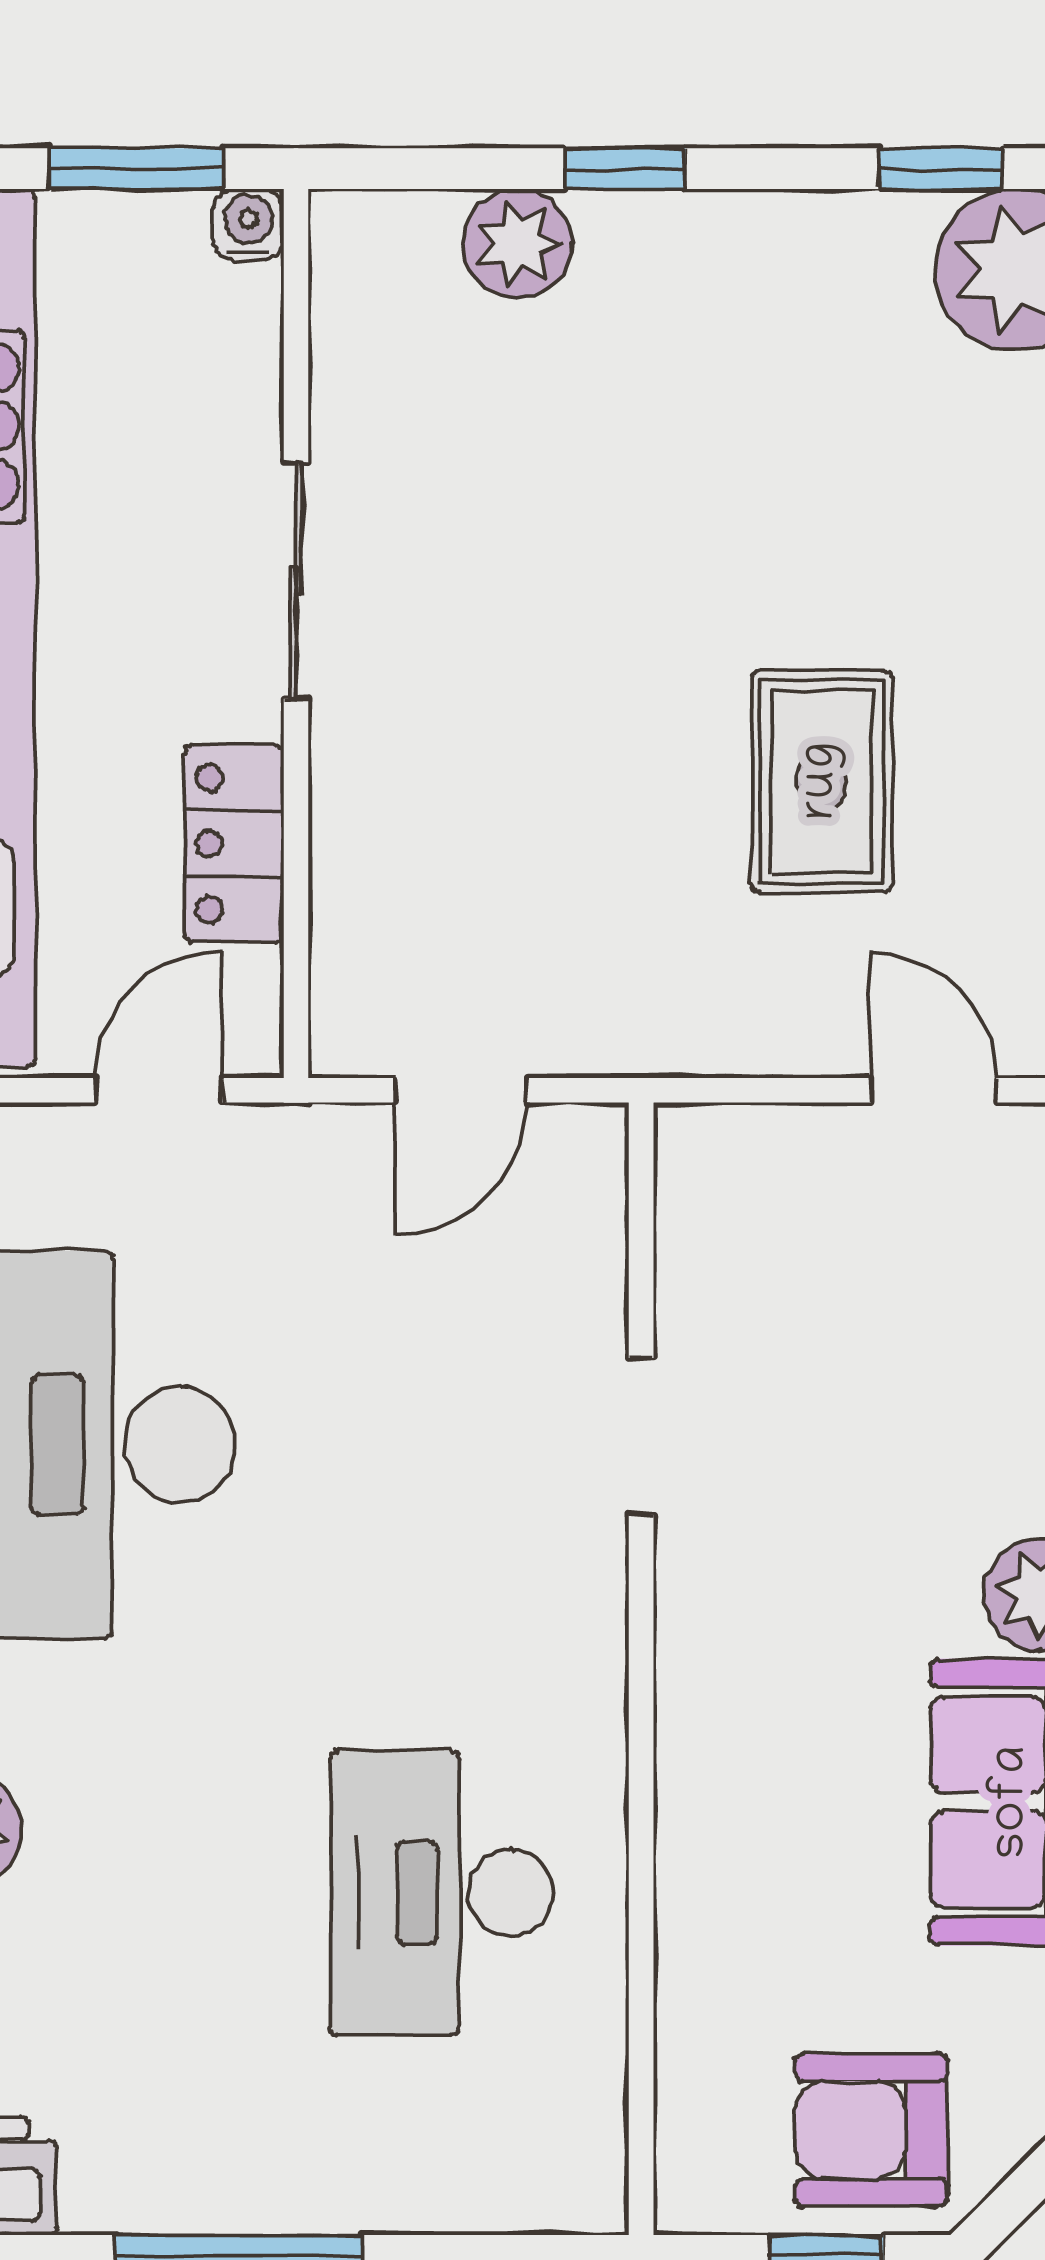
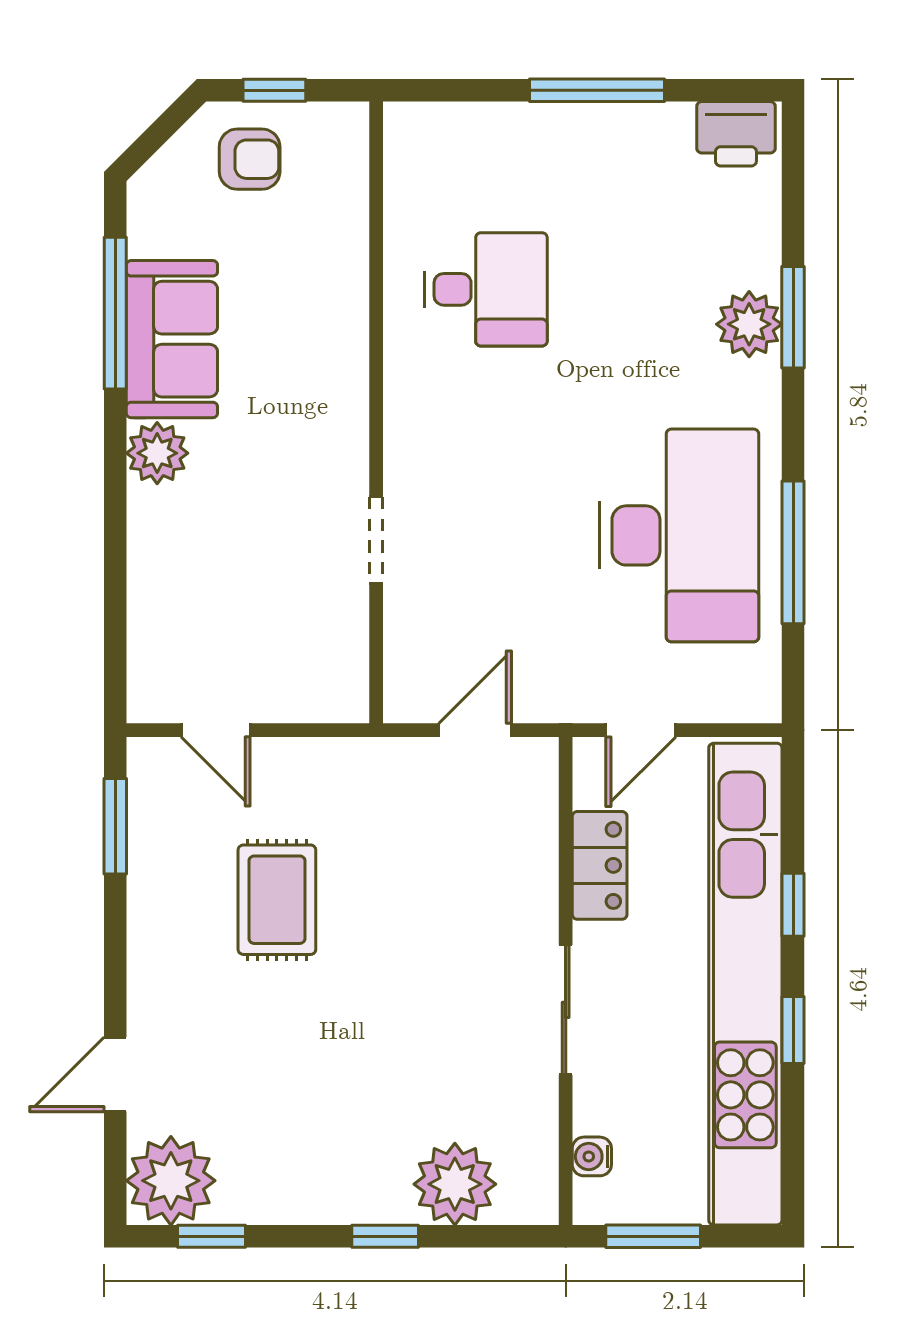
water cooler: (248, 224) -> (592, 1156), moved, turned 90
plant: (518, 244) -> (455, 1184), width x1.36, depth x1.36
desk: (442, 1893) -> (486, 289), width x0.73
armchair: (872, 2130) -> (250, 159), width x0.72, depth x0.72

